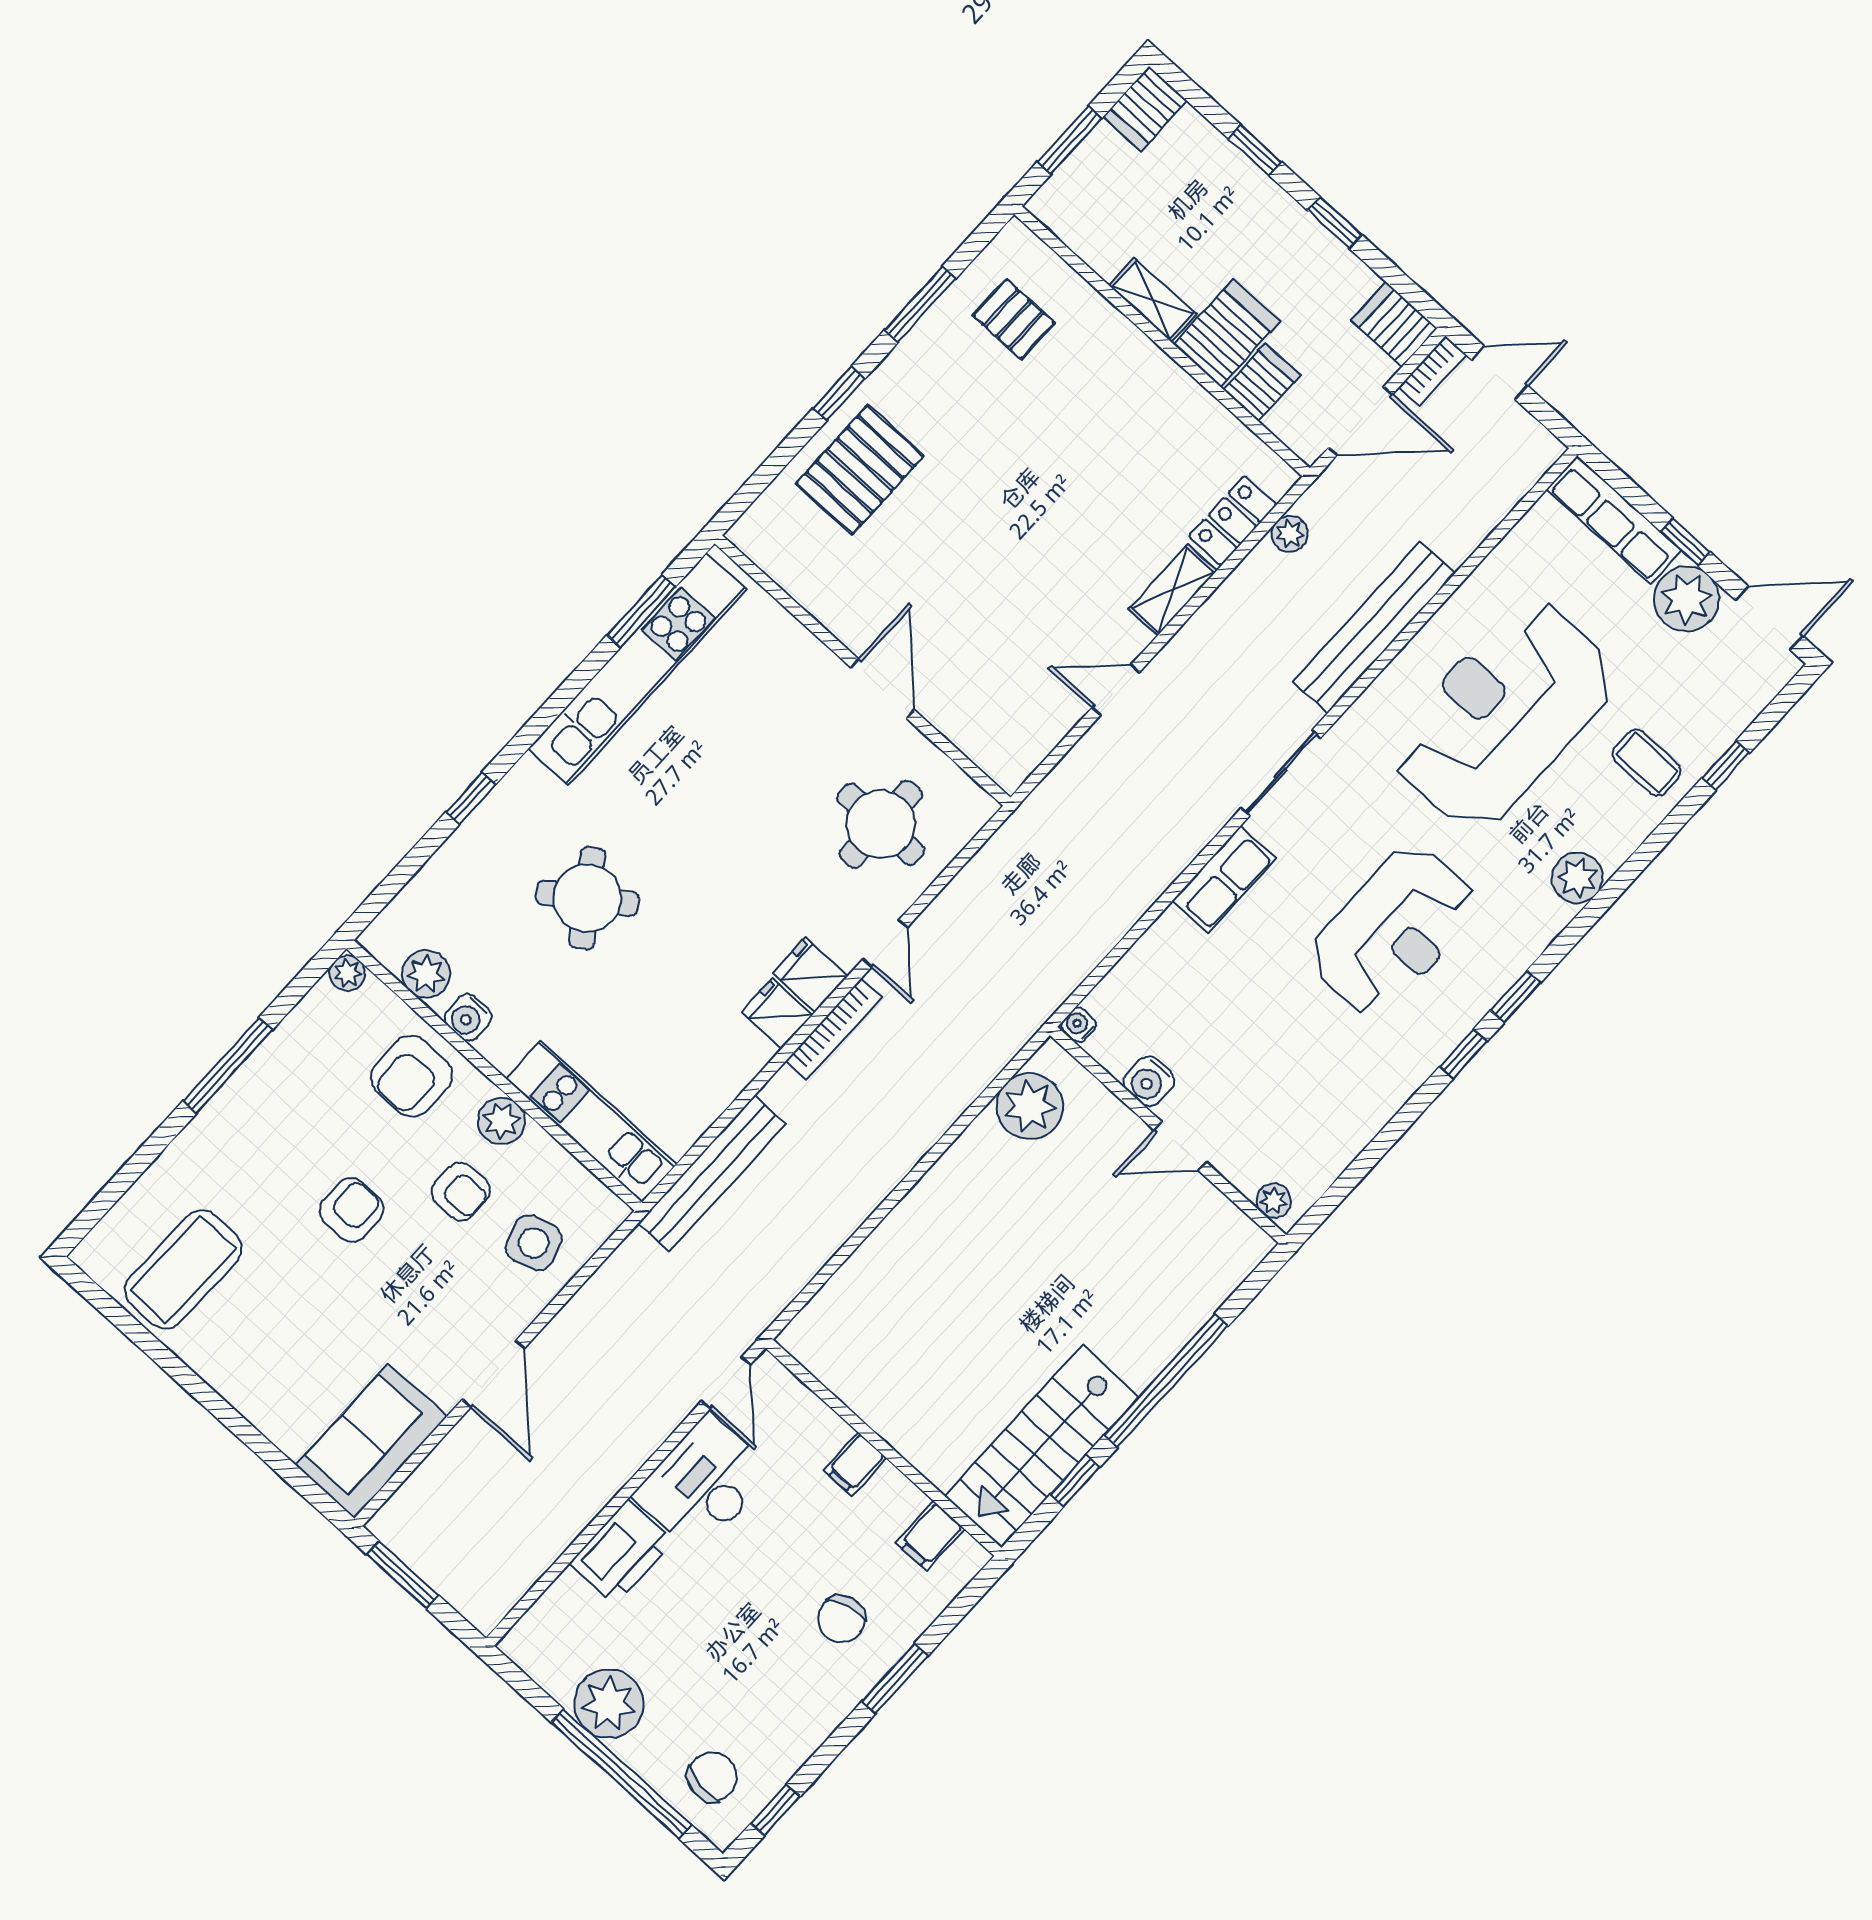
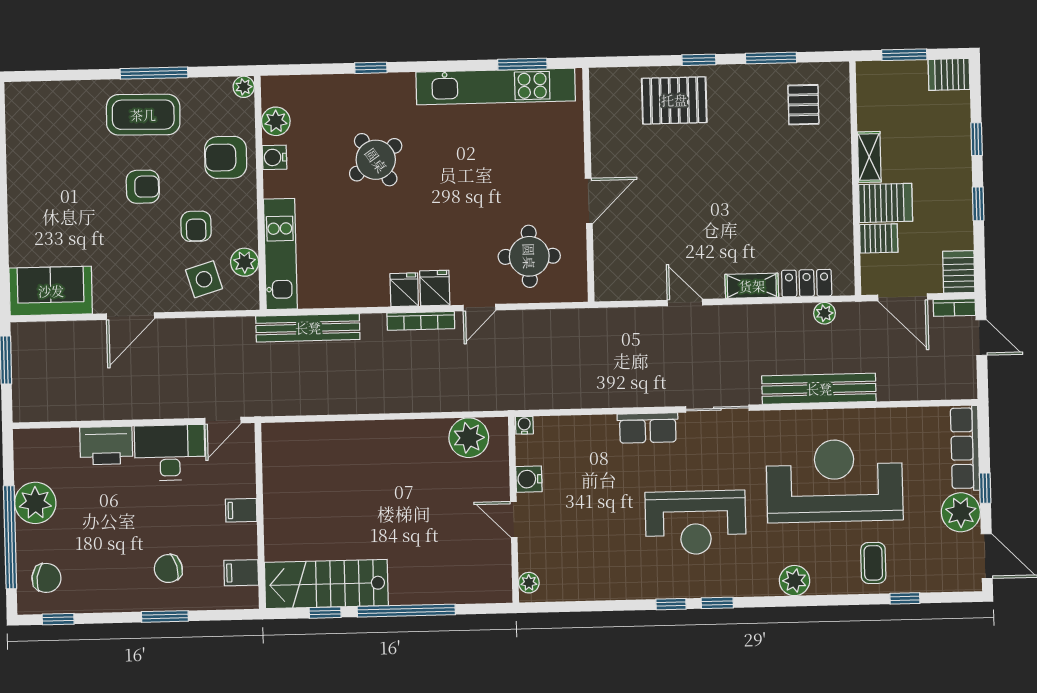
plant: (501, 1121) -> (245, 262), moved
coffee table: (183, 1269) -> (143, 115), moved

